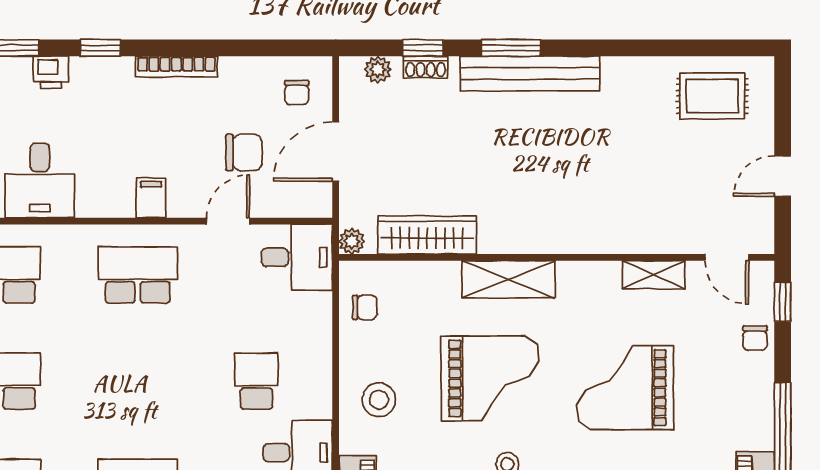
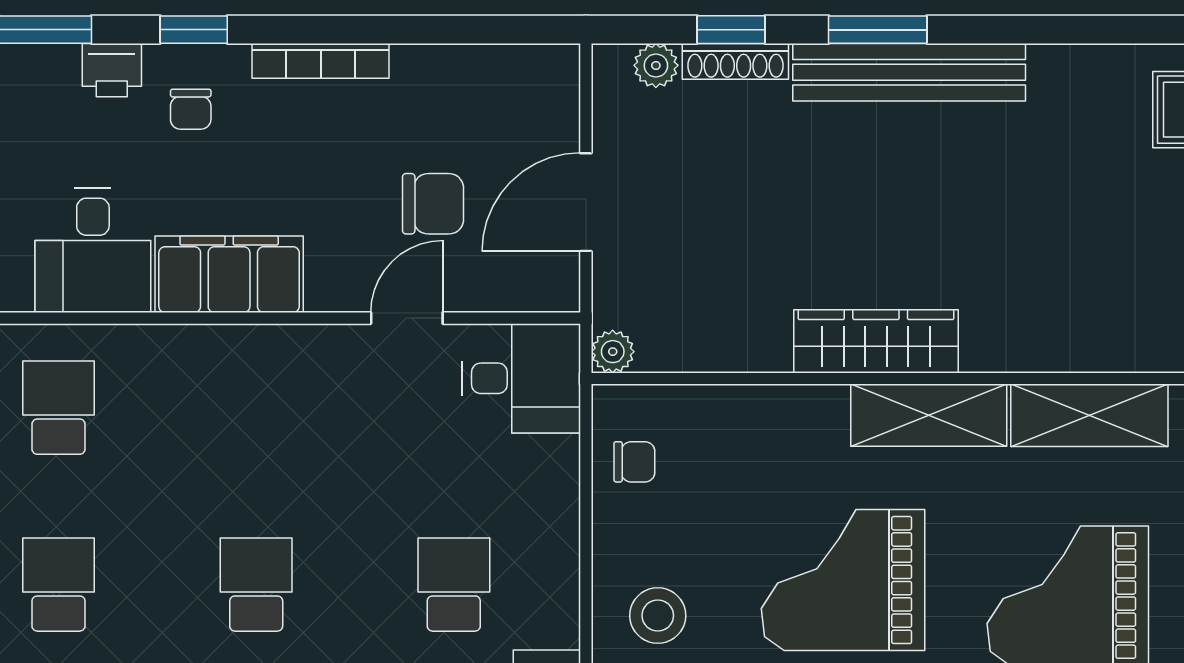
shoe rack: (426, 67) -> (735, 61), width x1.43
chair: (297, 92) -> (191, 109), moved
filing cabinet: (151, 198) -> (229, 274), width x3.00, depth x1.17
wardrobe: (427, 235) -> (876, 341), moved
school desk: (138, 275) -> (256, 585), moved, width x0.54
shelving: (654, 275) -> (1089, 415), width x1.50, depth x1.33
shelving: (508, 279) -> (929, 415), moved
grand piano: (490, 378) -> (843, 580), turned 180

